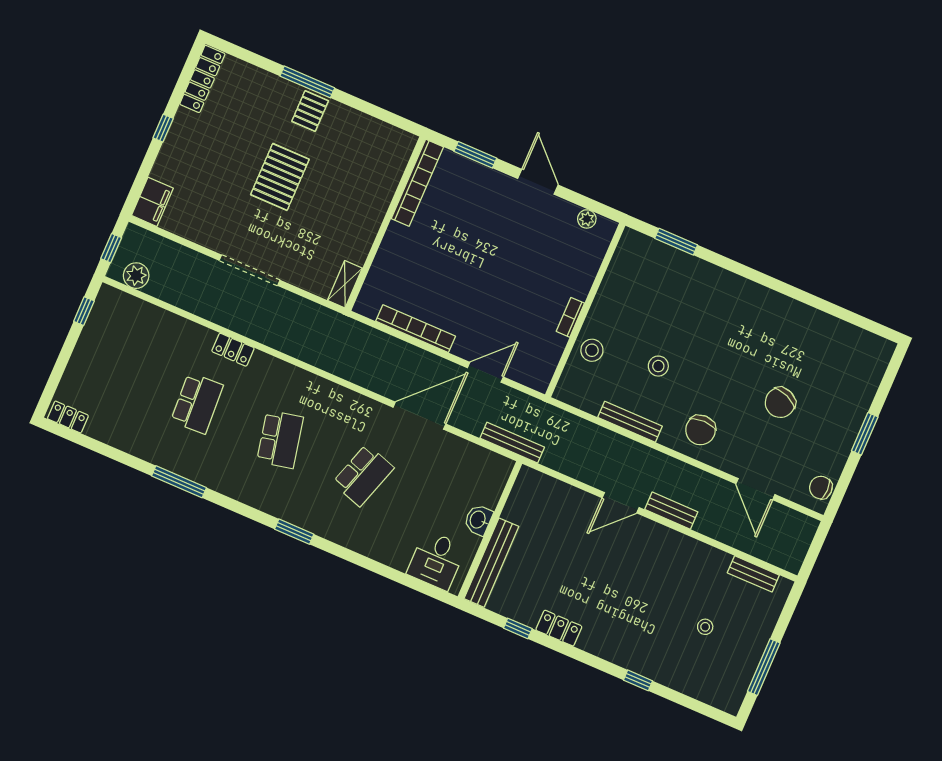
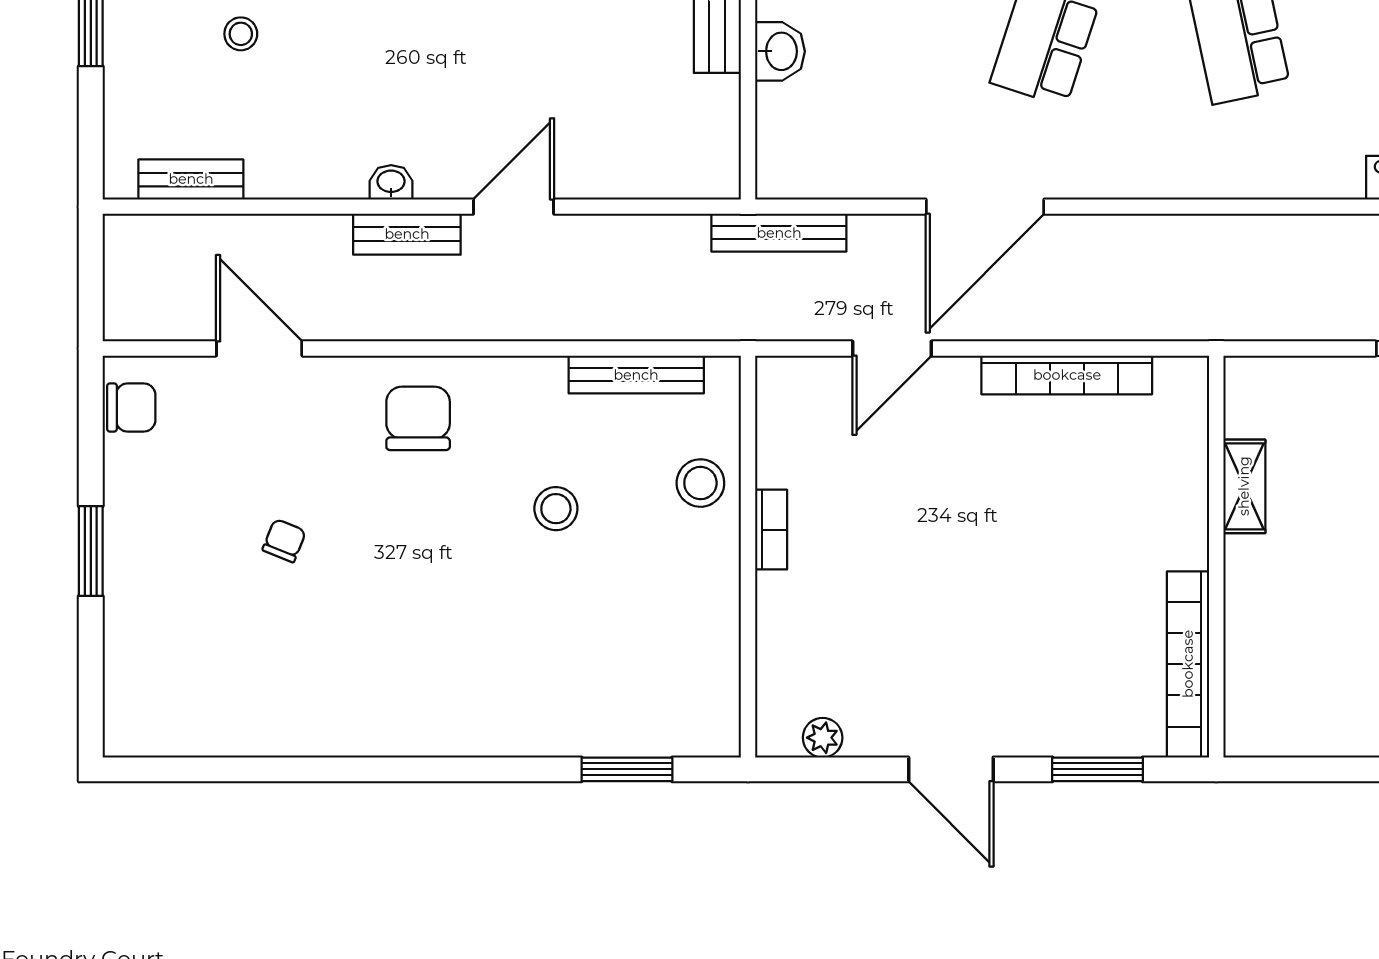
shelving: (345, 284) -> (1244, 486), moved
chair: (780, 403) -> (284, 541), width x0.54, depth x0.54
bench: (630, 422) -> (636, 375), moved
washbasin: (668, 536) -> (391, 182), added

